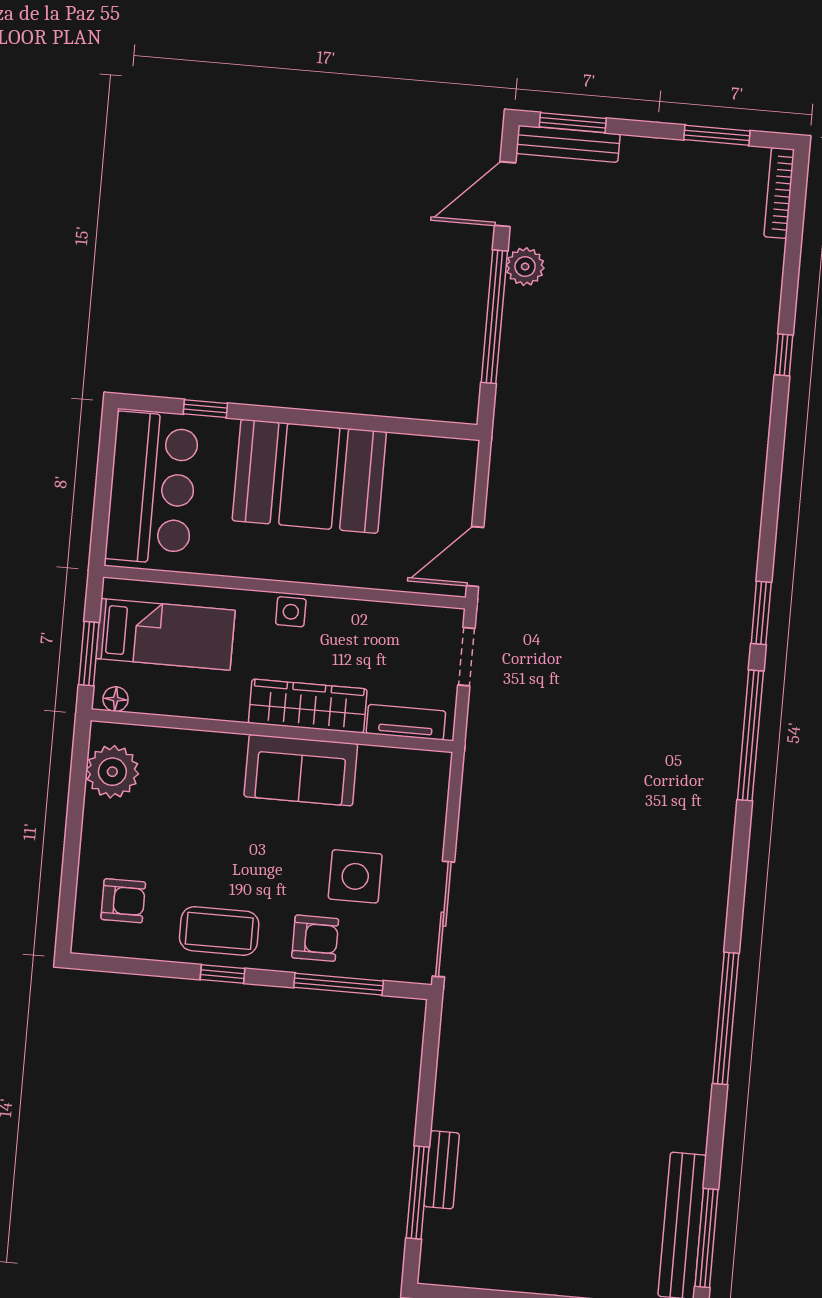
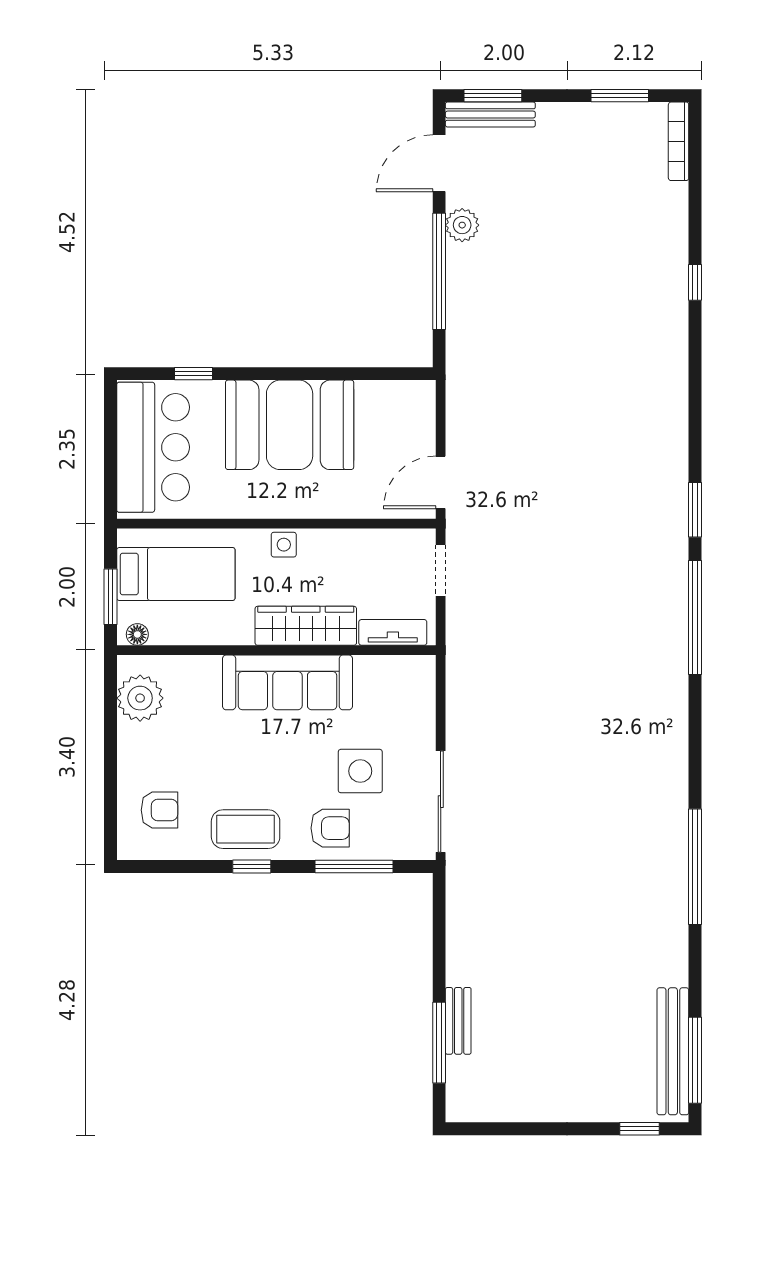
sofa: (301, 770) -> (287, 682), width x1.36

